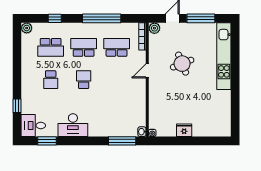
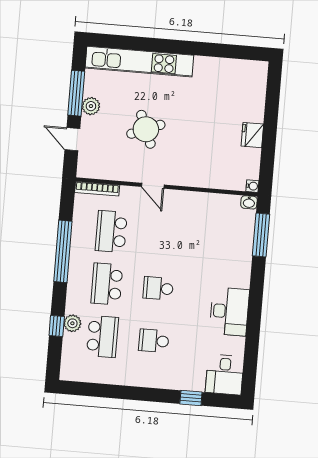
plant: (27, 28) -> (72, 323), moved
plant: (154, 28) -> (91, 106), moved
school desk: (51, 80) -> (154, 341), turned 180
window: (47, 141) -> (251, 355), removed

